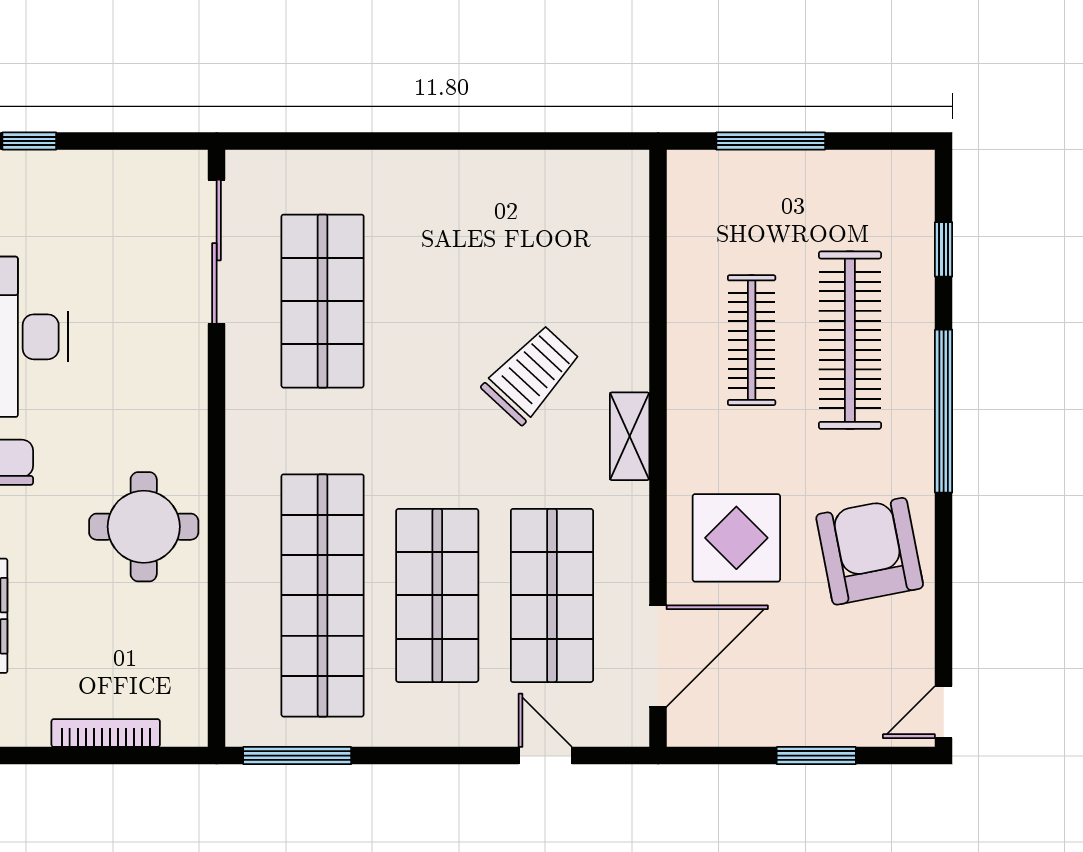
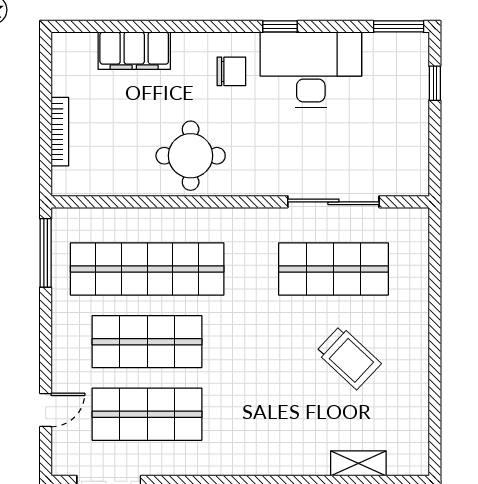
sliding door: (217, 252) -> (333, 202), moved
trolley: (531, 374) -> (349, 358), moved
shelving: (630, 436) -> (358, 463), moved

